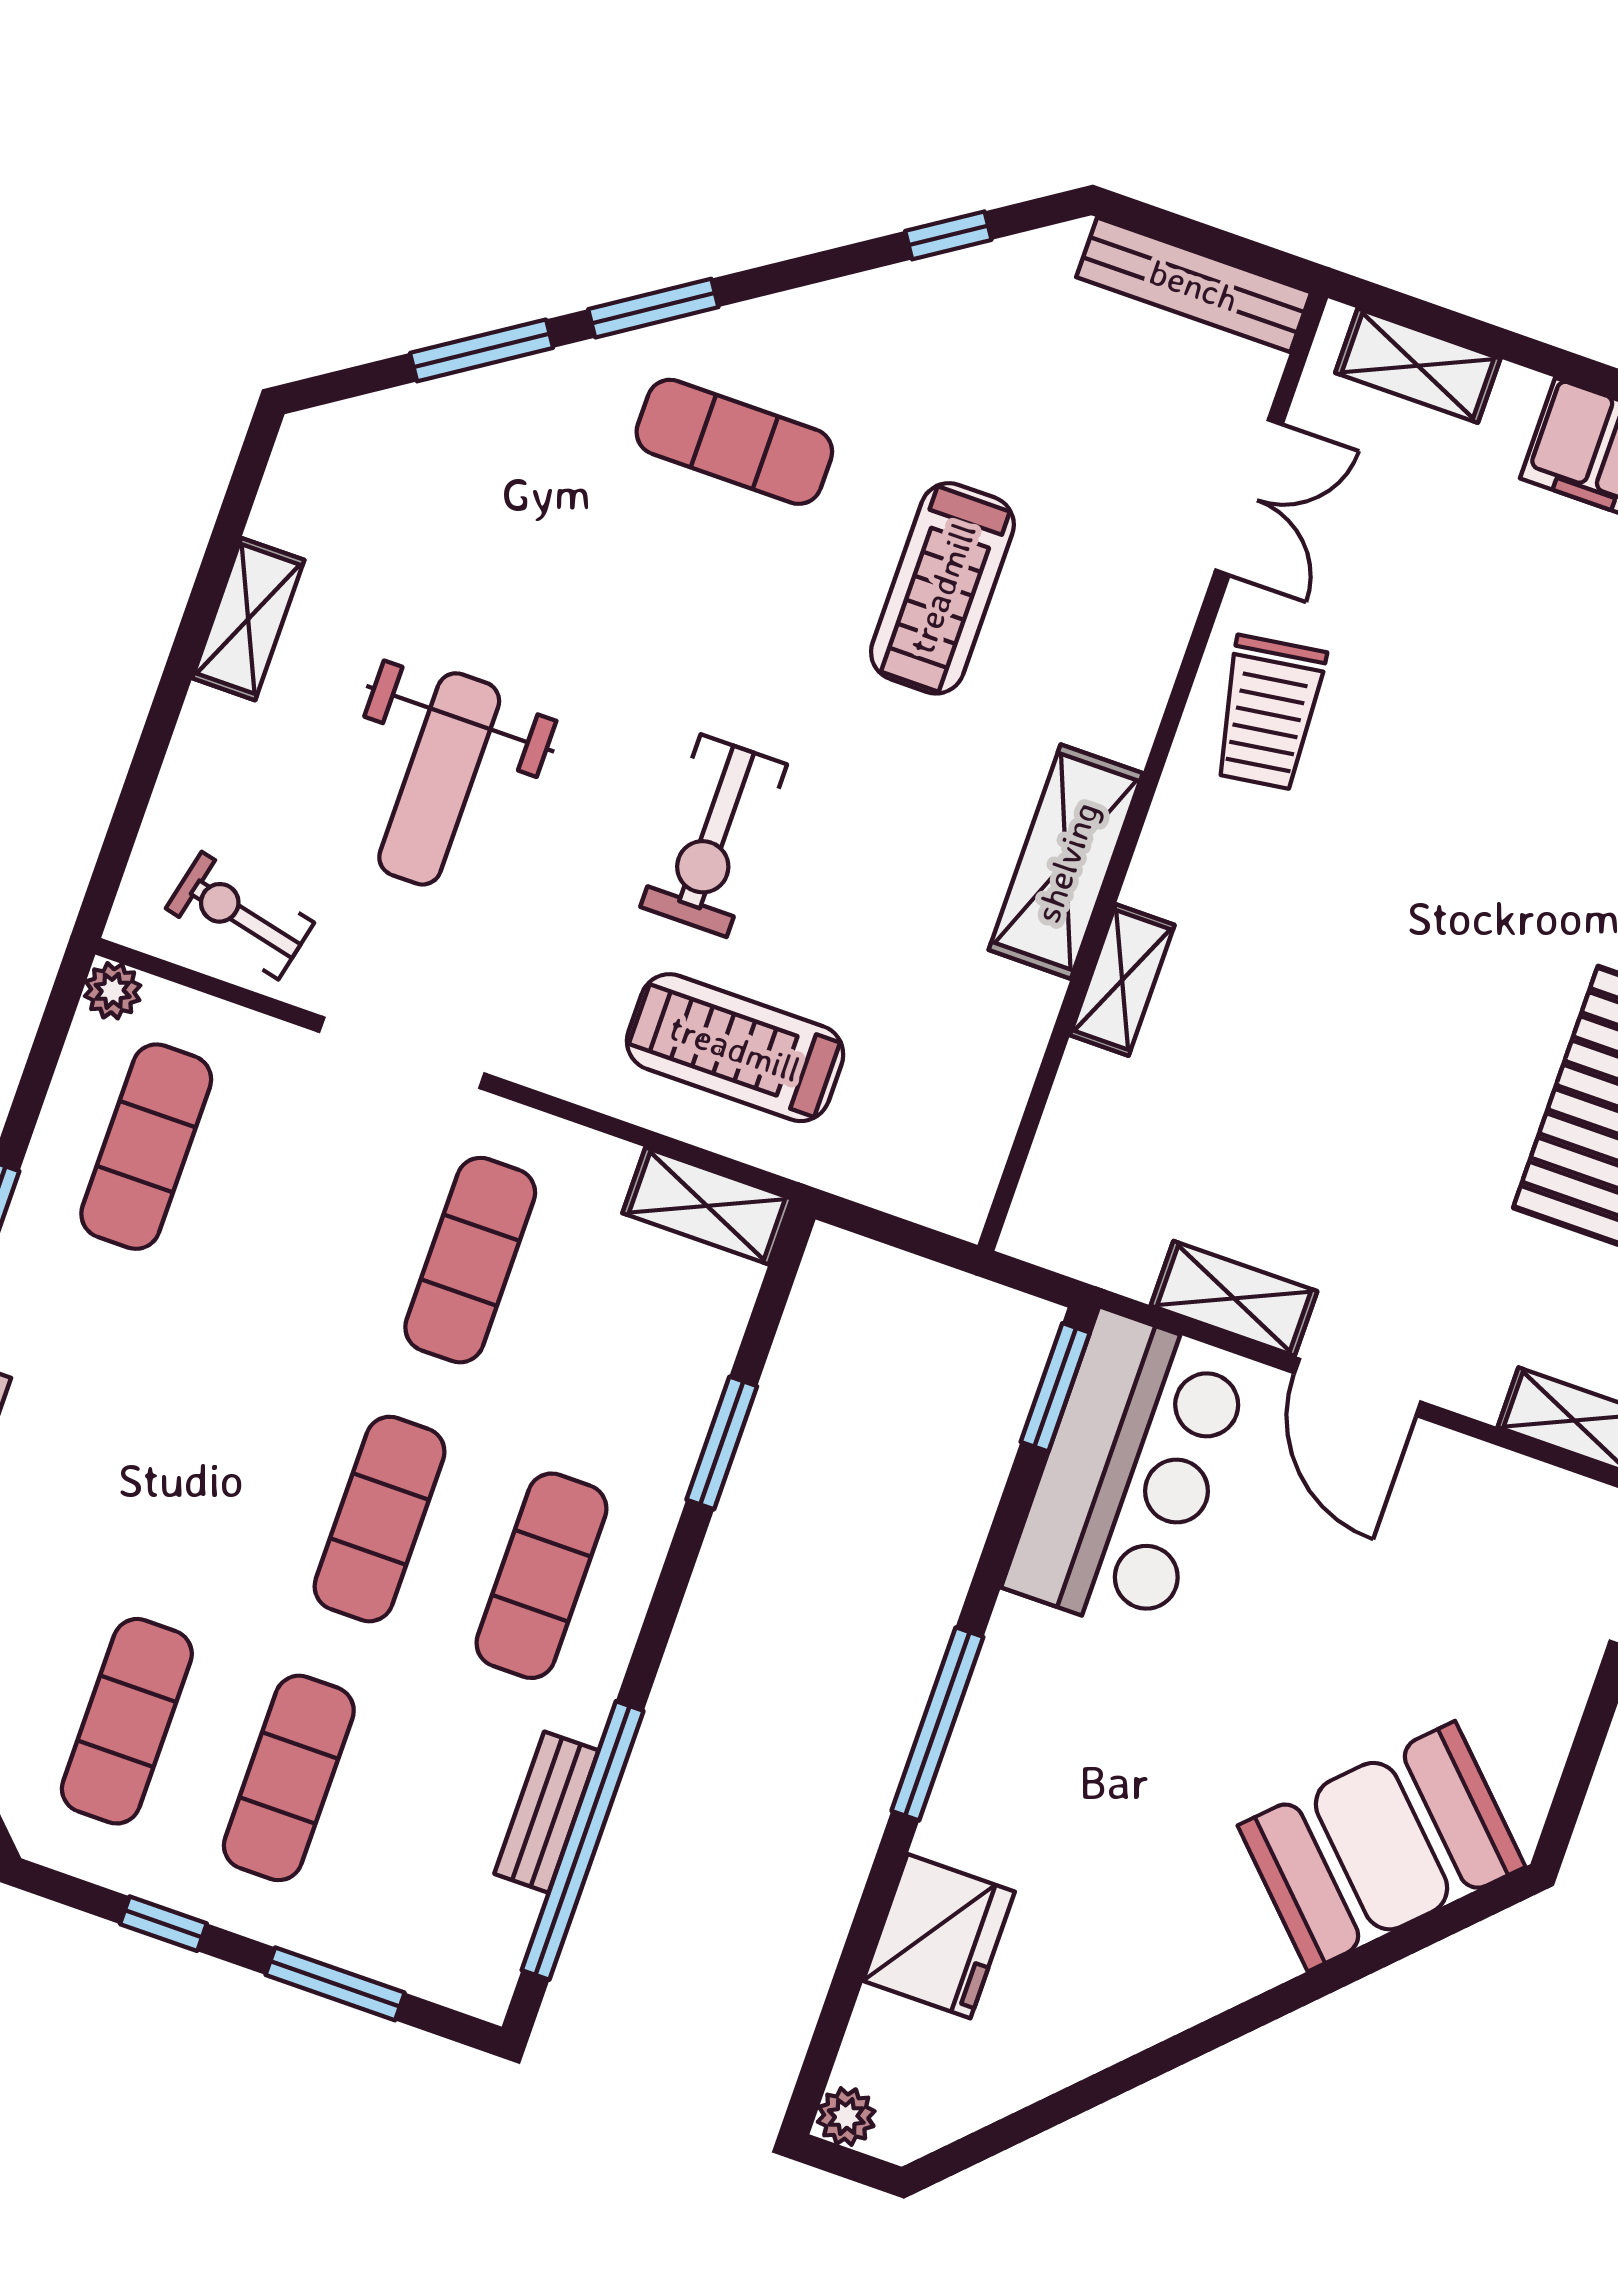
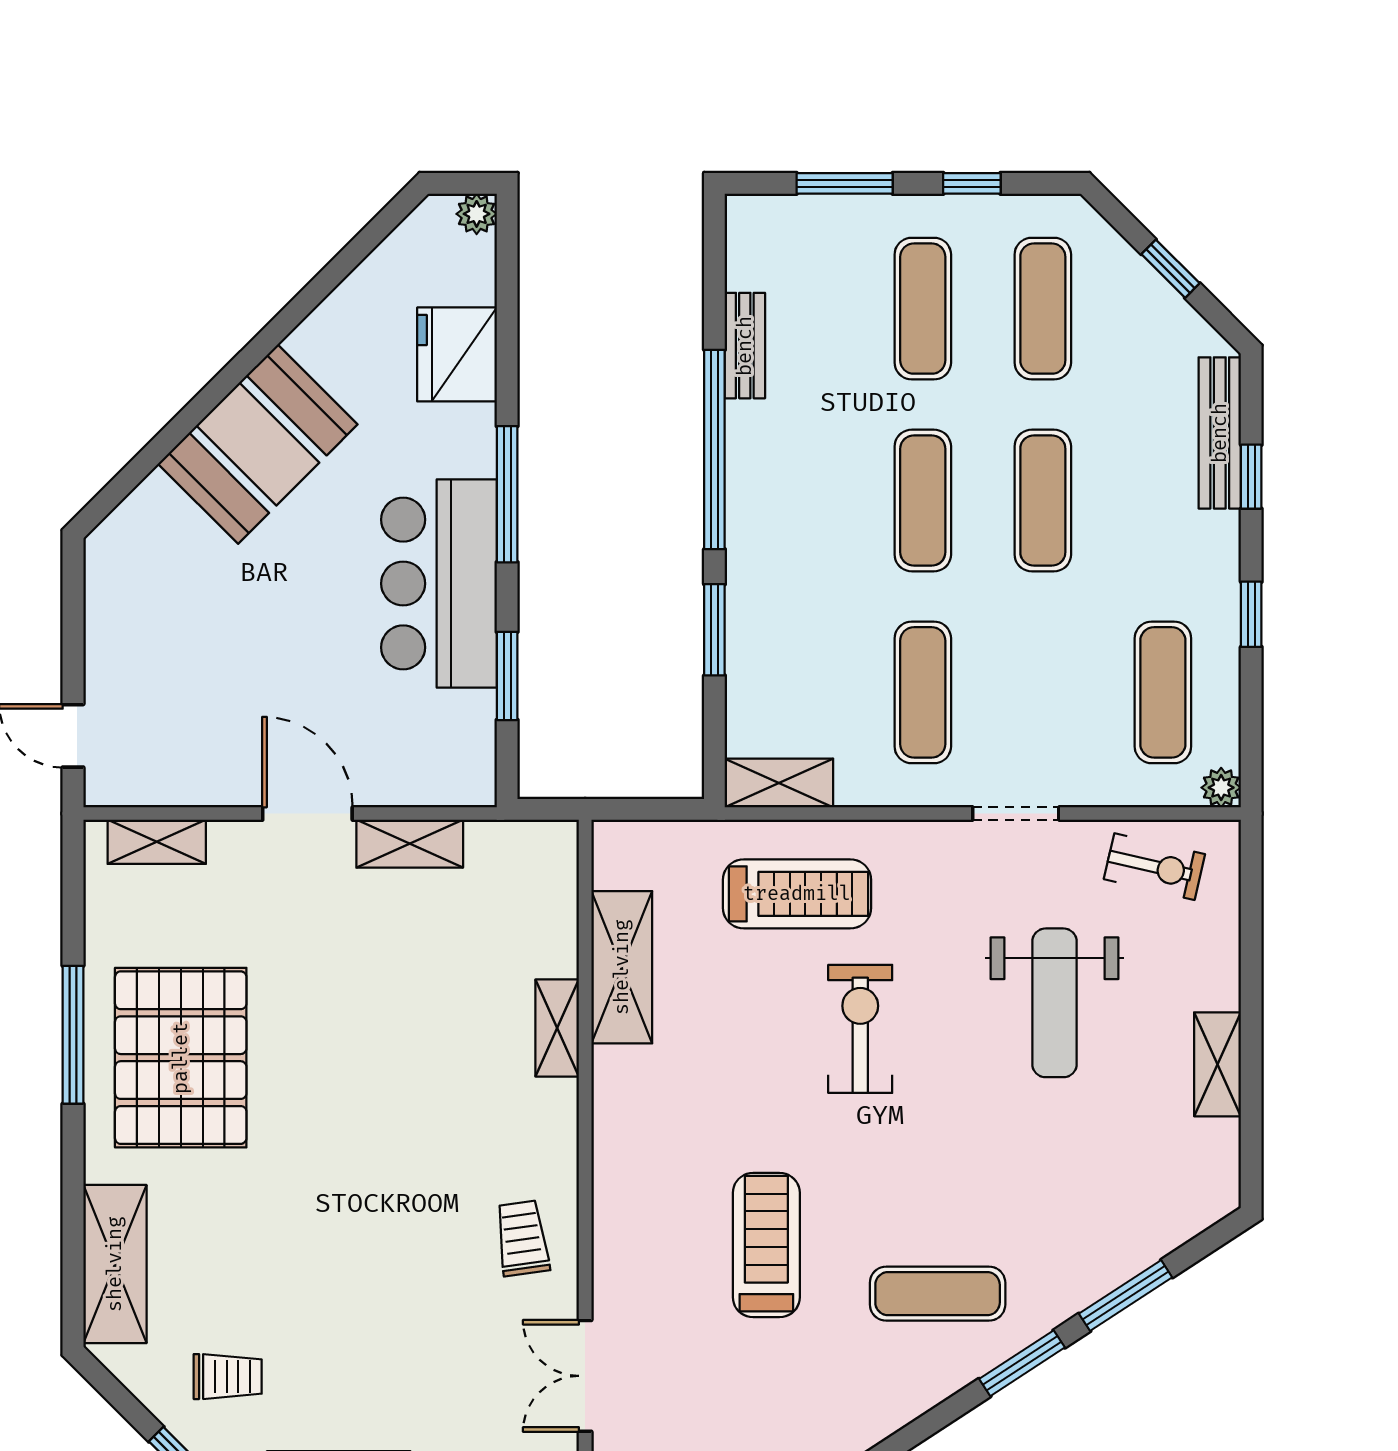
trolley: (1269, 713) -> (522, 1238), width x0.73, depth x0.72
weight bench: (439, 779) -> (1055, 1003), turned 180
shelving: (1066, 862) -> (622, 967), moved
doorway: (402, 1053) -> (1016, 814), width x0.73
window: (1055, 1387) -> (507, 676), moved
bar counter: (1128, 1474) -> (439, 584), moved
exercise mat: (541, 1576) -> (1043, 500), moved
window: (583, 1840) -> (714, 449), moved
booth: (1381, 1846) -> (258, 444), moved

